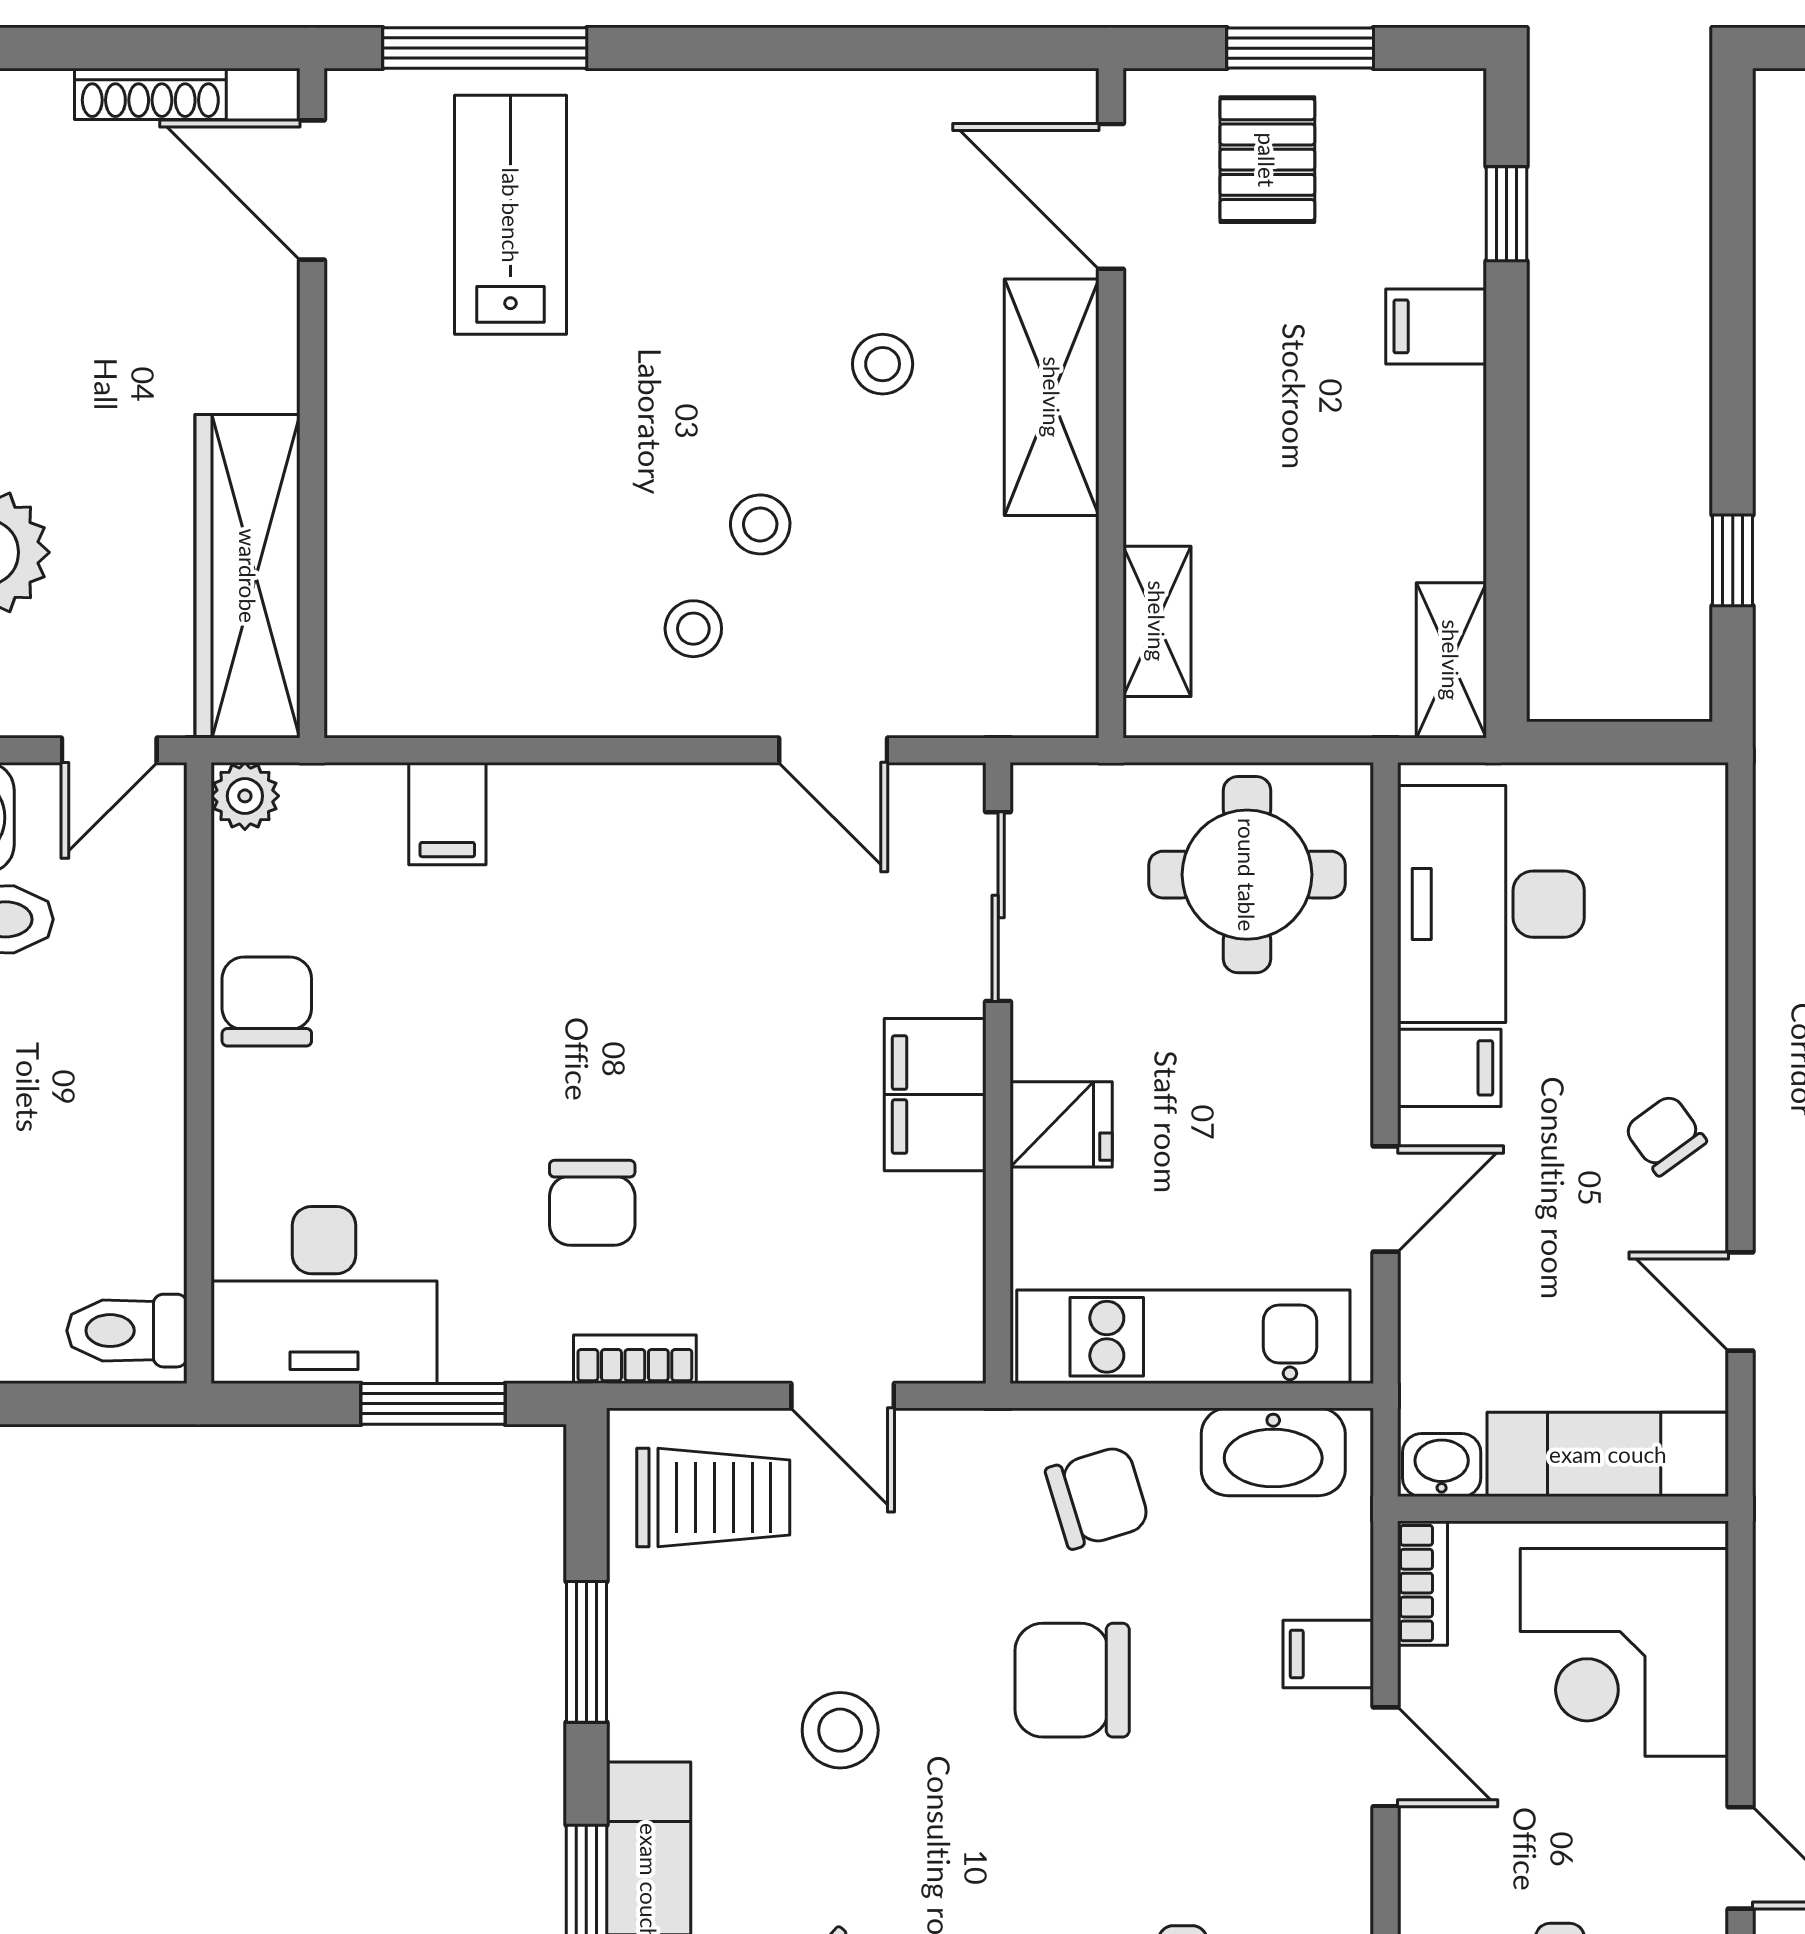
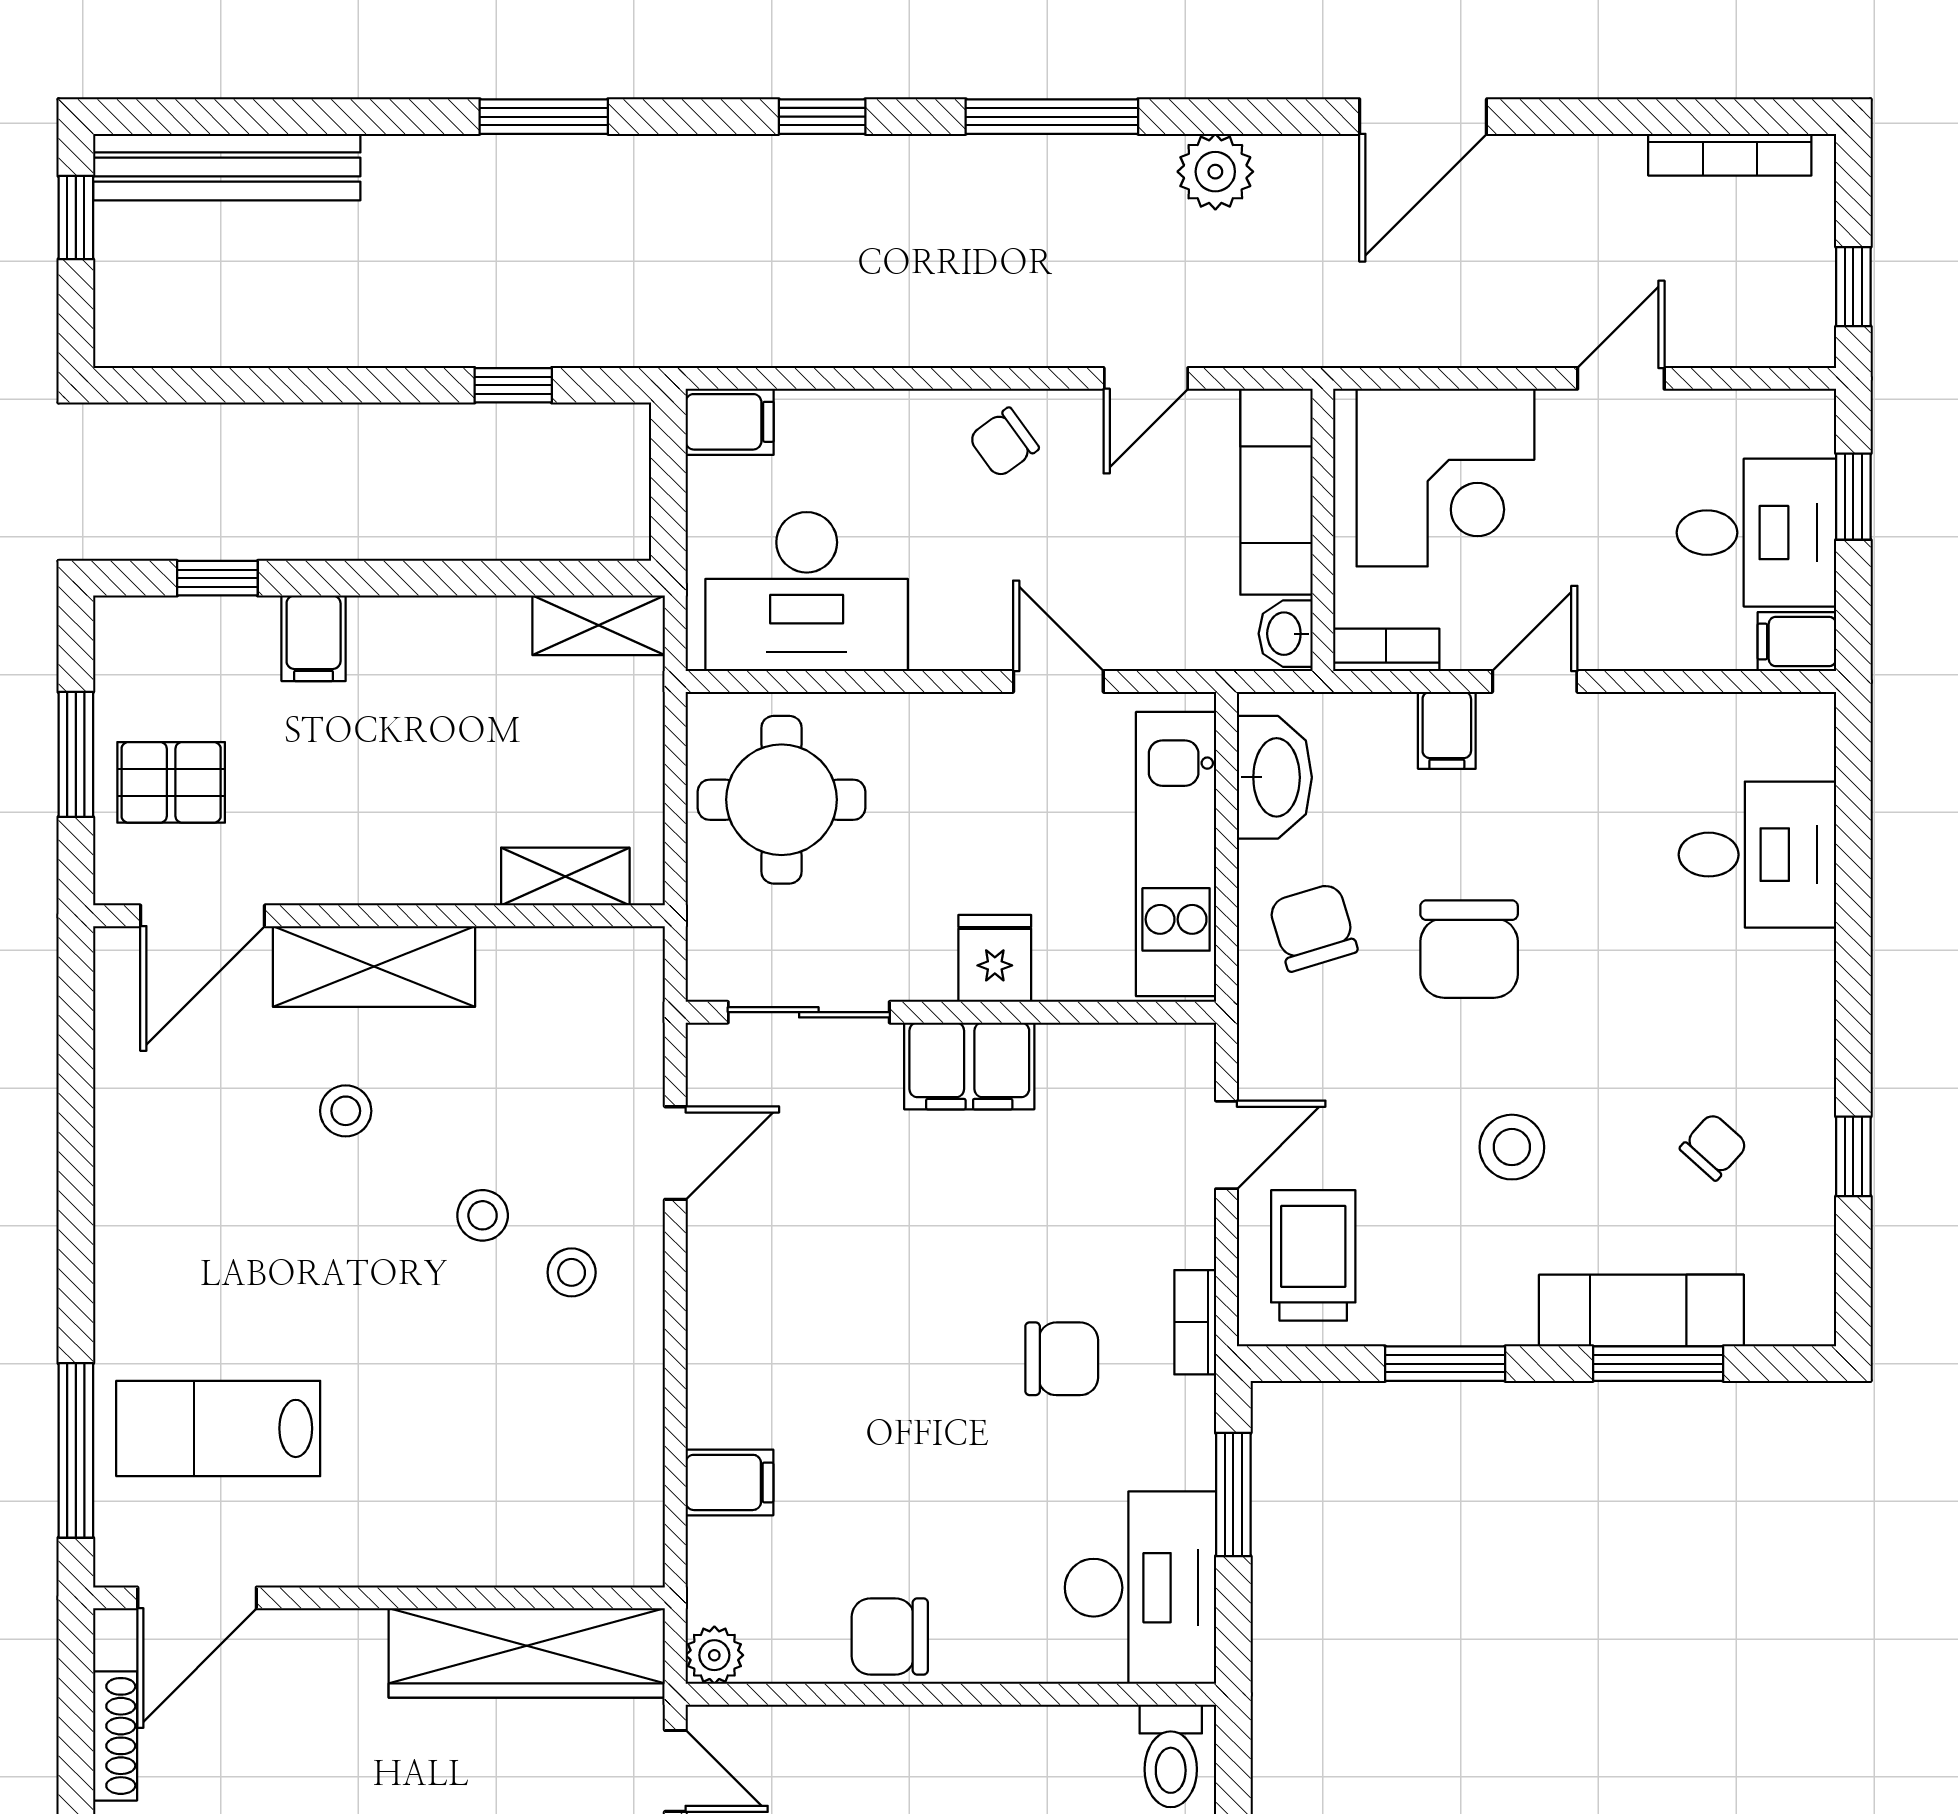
filing cabinet: (1449, 1068) -> (730, 422), moved, turned 90

